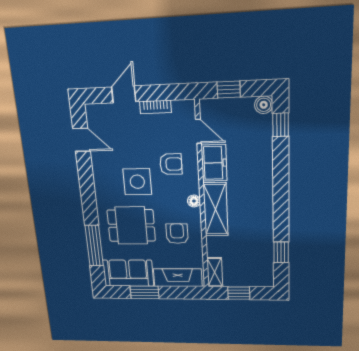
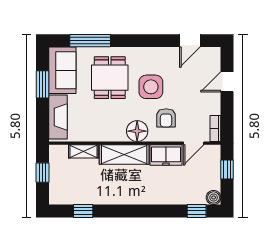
door: (124, 94) -> (227, 82), swing flipped
bookcase: (155, 107) -> (215, 128), moved
floor lamp: (194, 201) -> (137, 131), width x1.89, depth x1.89
armchair: (177, 234) -> (102, 119), removed
shelving: (215, 272) -> (83, 151), moved

